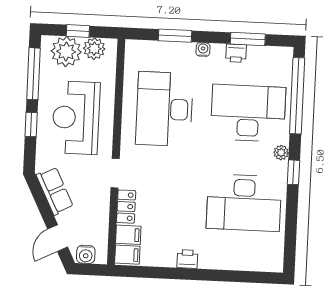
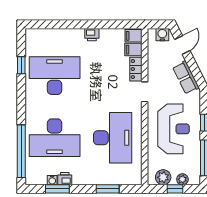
water cooler: (203, 50) -> (52, 180), moved
plant: (66, 52) -> (182, 179), width x0.53, depth x0.53
plant: (281, 153) -> (30, 111), removed
window: (293, 172) -> (21, 65), moved

